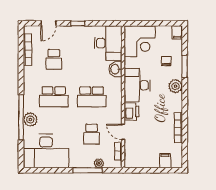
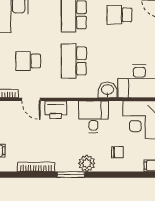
window: (185, 66) -> (71, 175), moved
desk: (137, 85) -> (93, 117), width x0.73
door: (123, 132) -> (31, 99), swing flipped

